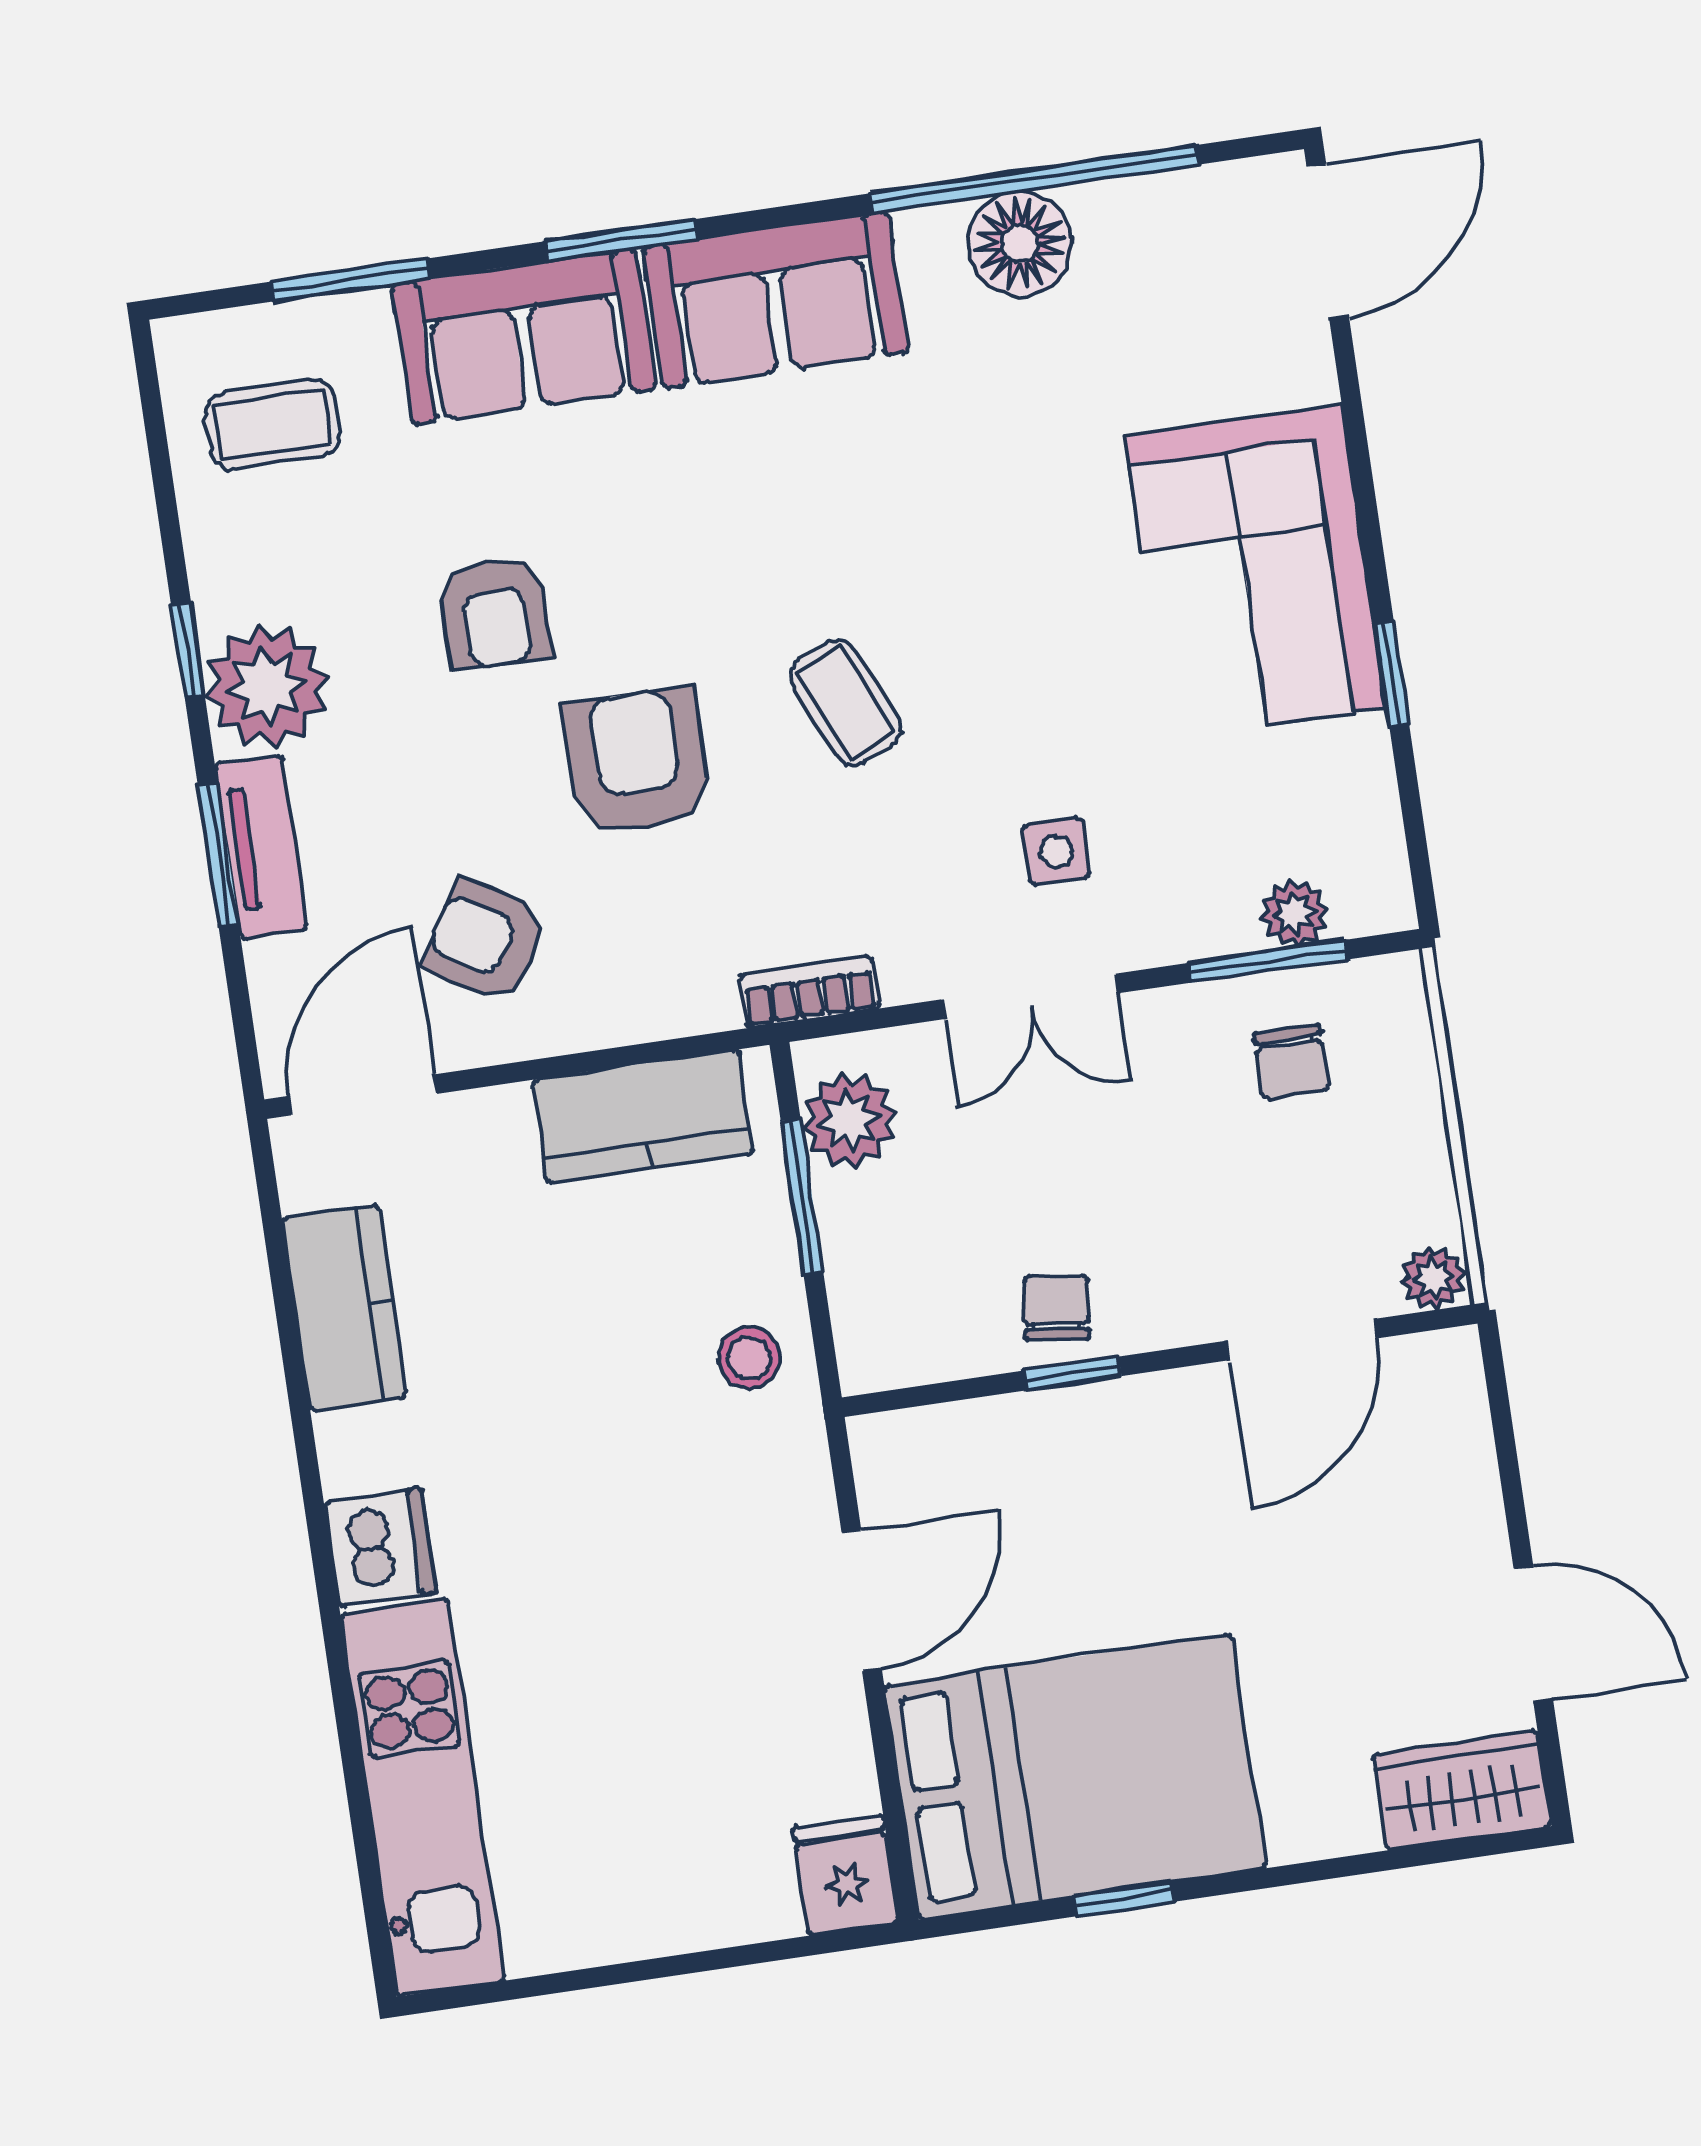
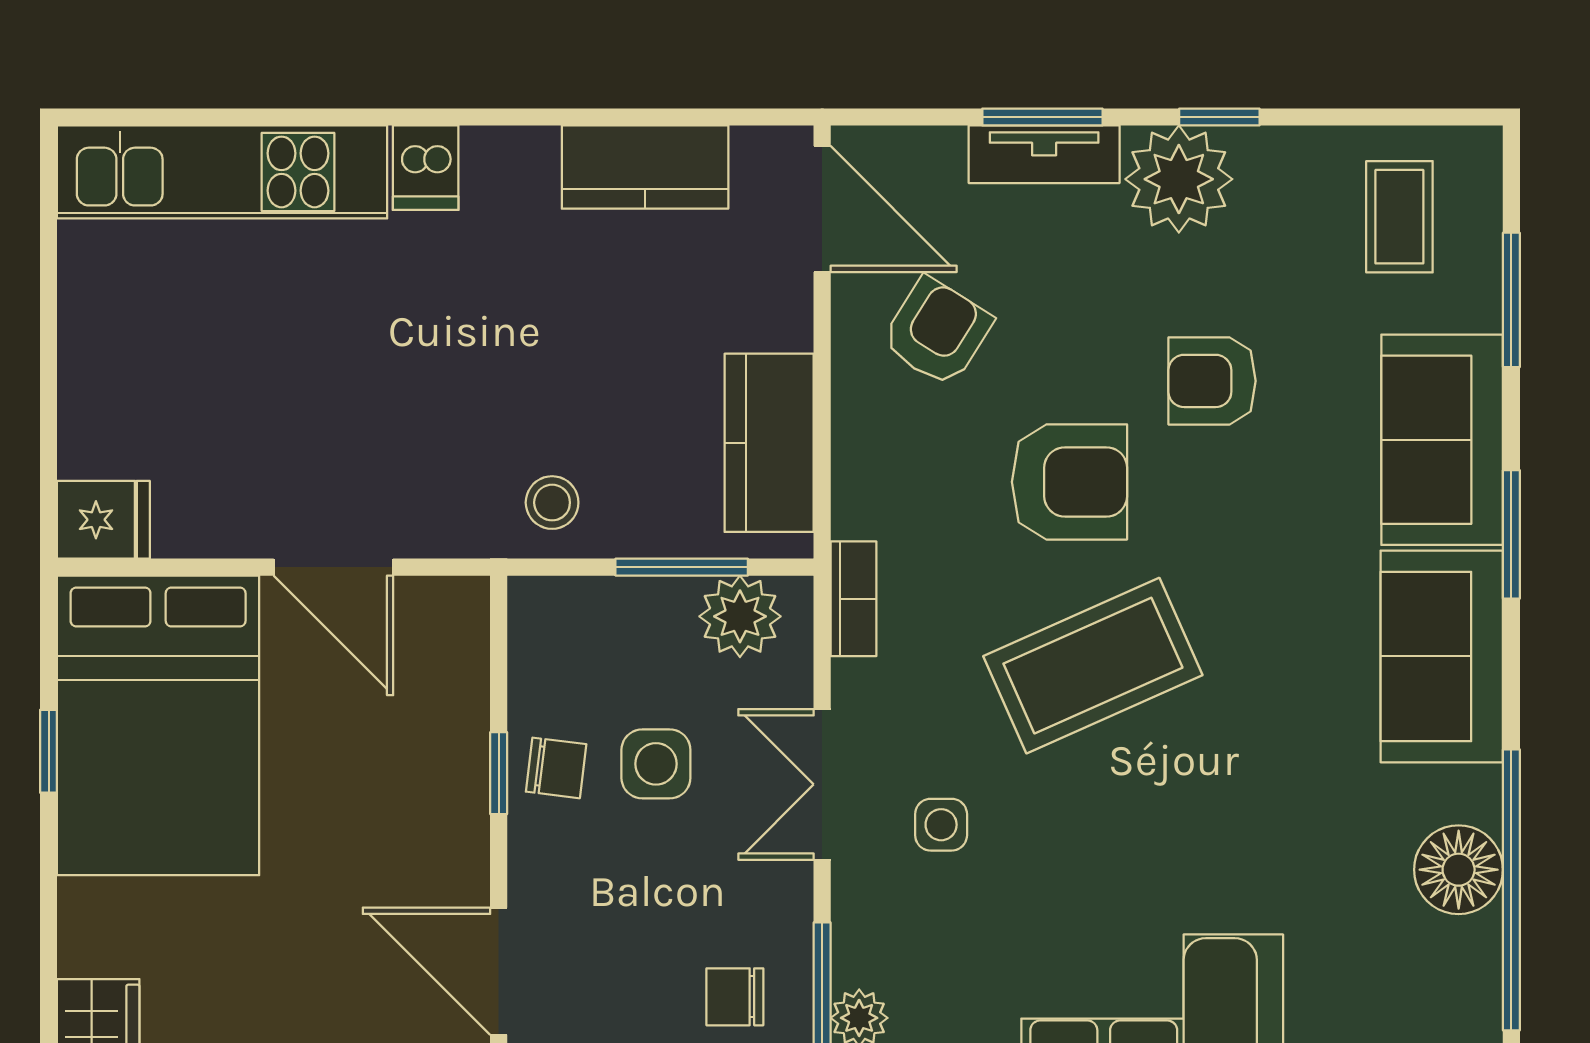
coffee table: (846, 703) -> (1093, 666), width x1.86, depth x1.72
side table: (1035, 1193) -> (656, 764), added
dishwasher: (380, 1548) -> (426, 168), width x0.73

